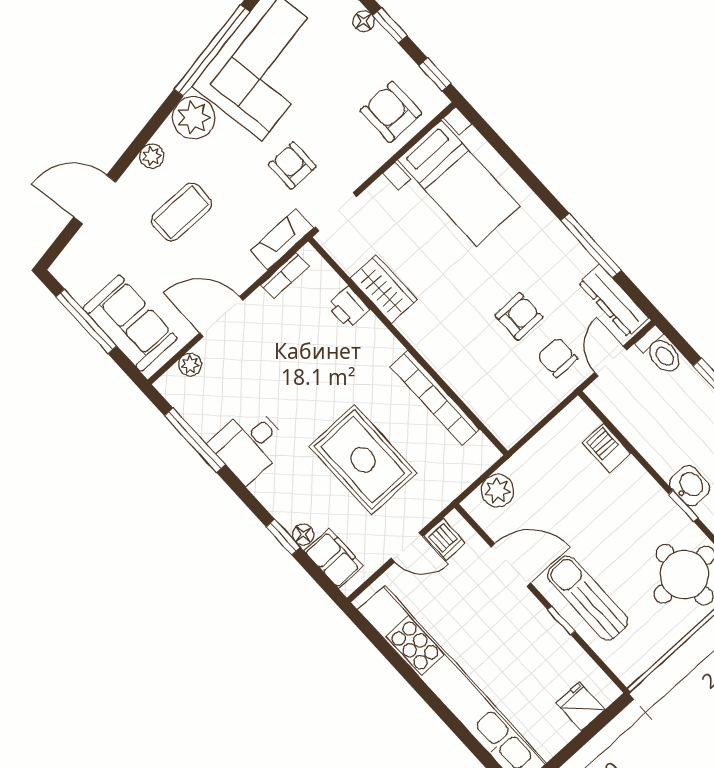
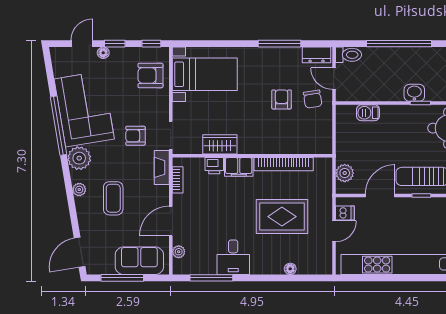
door: (95, 199) -> (80, 252), moved
dresser: (614, 300) -> (317, 55), width x0.70
chair: (557, 357) -> (313, 99), turned -99
window: (283, 537) -> (284, 278), removed
filing cabinet: (334, 558) -> (239, 167), moved, turned 180

